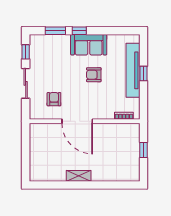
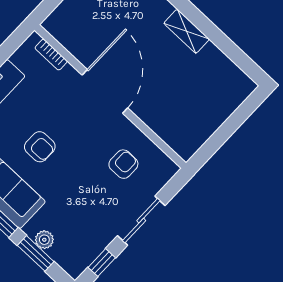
plant: (57, 39) -> (44, 240), added
armchair: (54, 99) -> (123, 164), turned 180
door: (77, 121) -> (105, 91), moved

